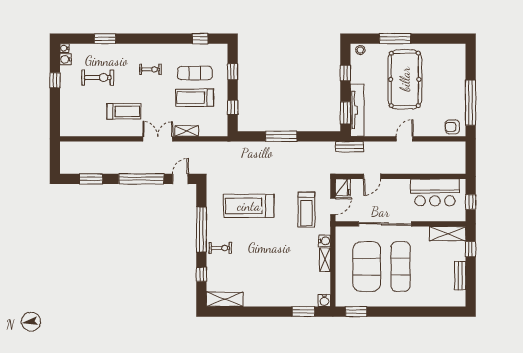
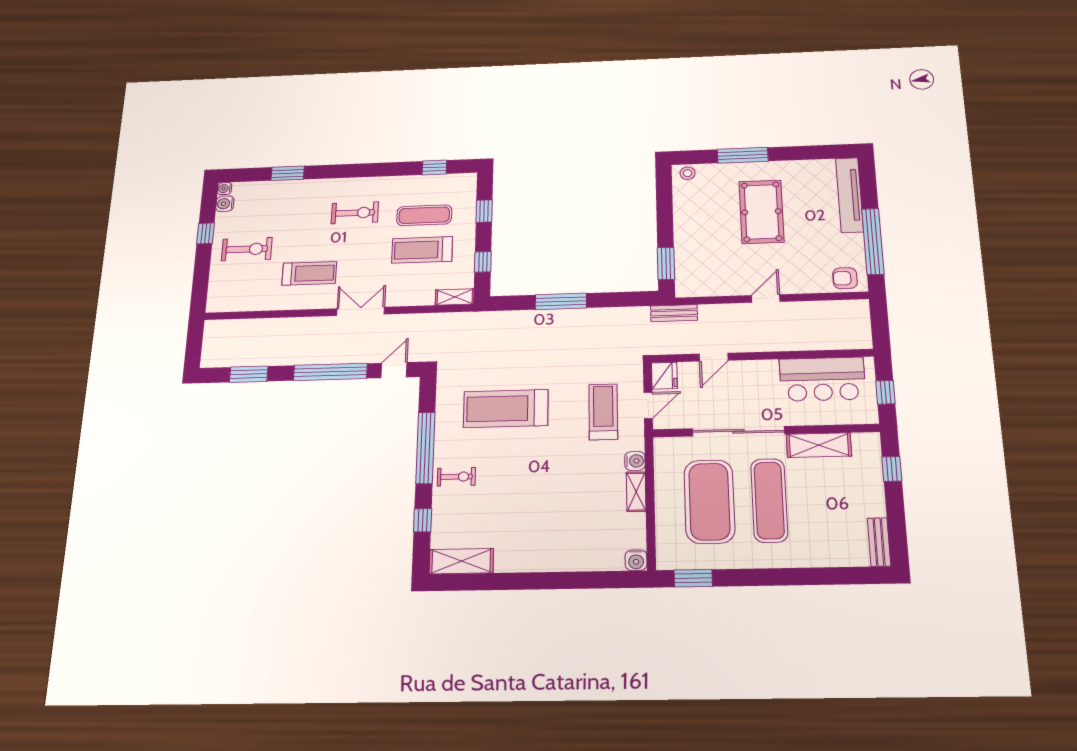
exercise bike: (150, 69) -> (355, 213), width x1.38, depth x1.39
window: (345, 73) -> (664, 206), removed
exercise bike: (98, 78) -> (247, 249), moved
pool table: (405, 79) -> (761, 212), width x0.73, depth x0.76
tv unit: (357, 110) -> (850, 195), moved, turned 180
shelving: (187, 131) -> (455, 297), moved
treadmill: (306, 210) -> (603, 412), turned 180
shelving: (447, 234) -> (819, 445), moved
bench: (460, 276) -> (879, 542), moved
window: (303, 312) -> (599, 580), removed

